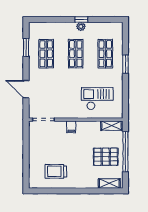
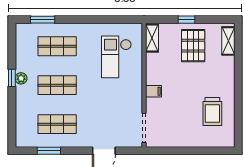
window: (125, 64) -> (43, 20), moved
window: (125, 152) -> (186, 20), width x0.32

